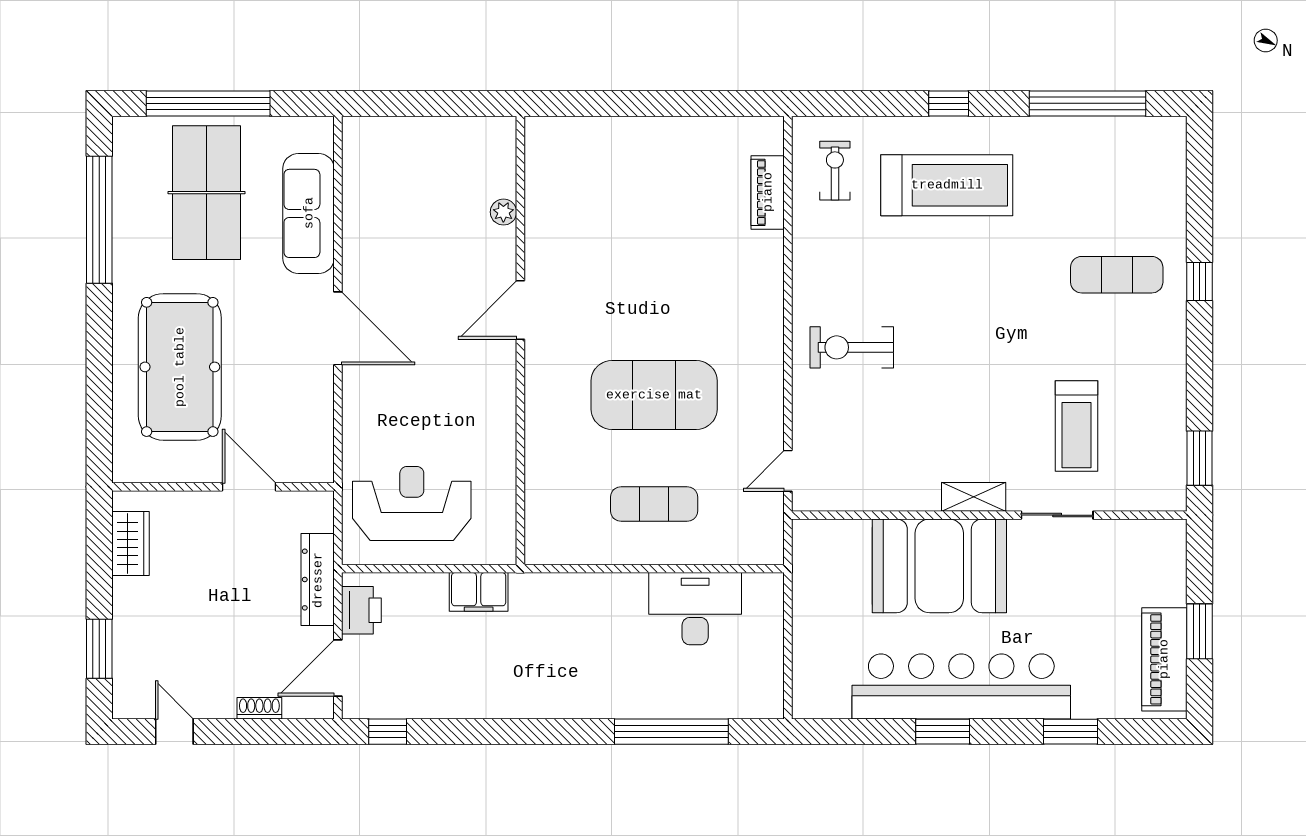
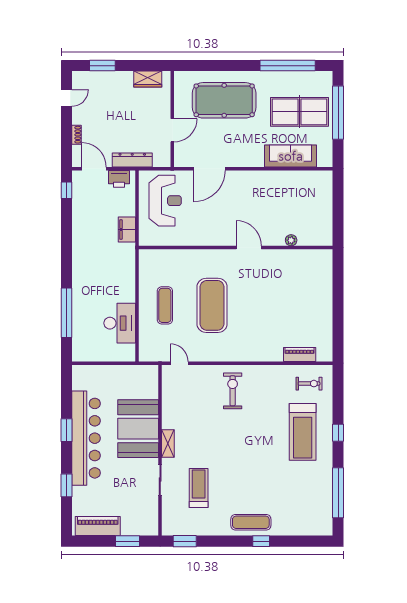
exercise mat: (1117, 275) -> (251, 522), moved, turned 90
door: (338, 328) -> (209, 169), moved
treadmill: (1077, 426) -> (199, 488), turned 90
window: (1199, 631) -> (127, 541), moved

